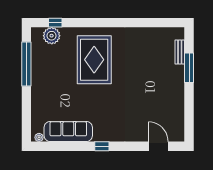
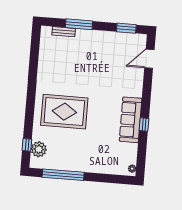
window: (189, 119) -> (126, 28), added
sofa: (68, 132) -> (131, 120), moved
window: (102, 146) -> (144, 125), moved

